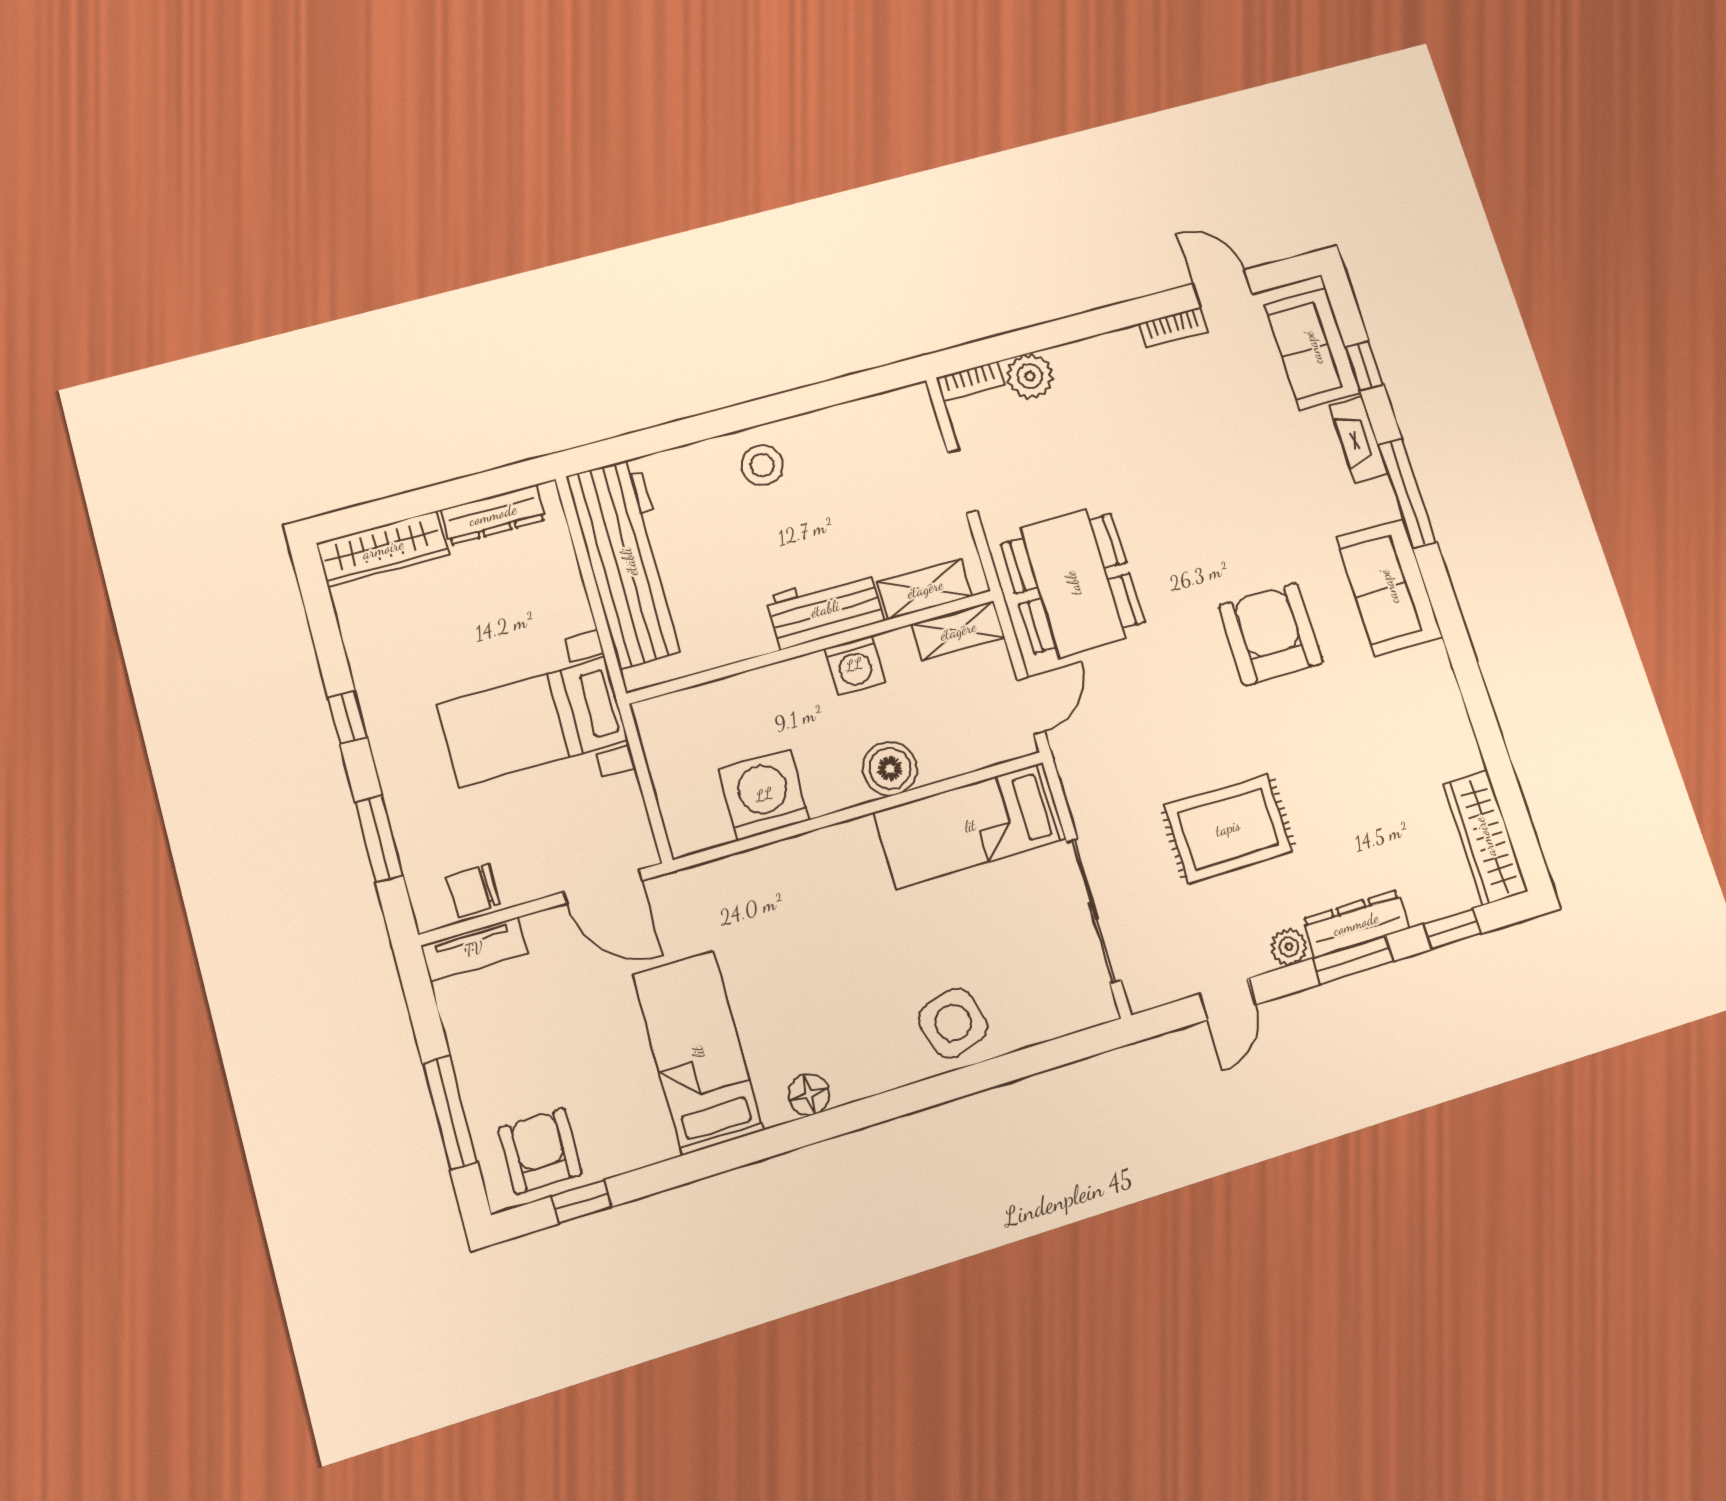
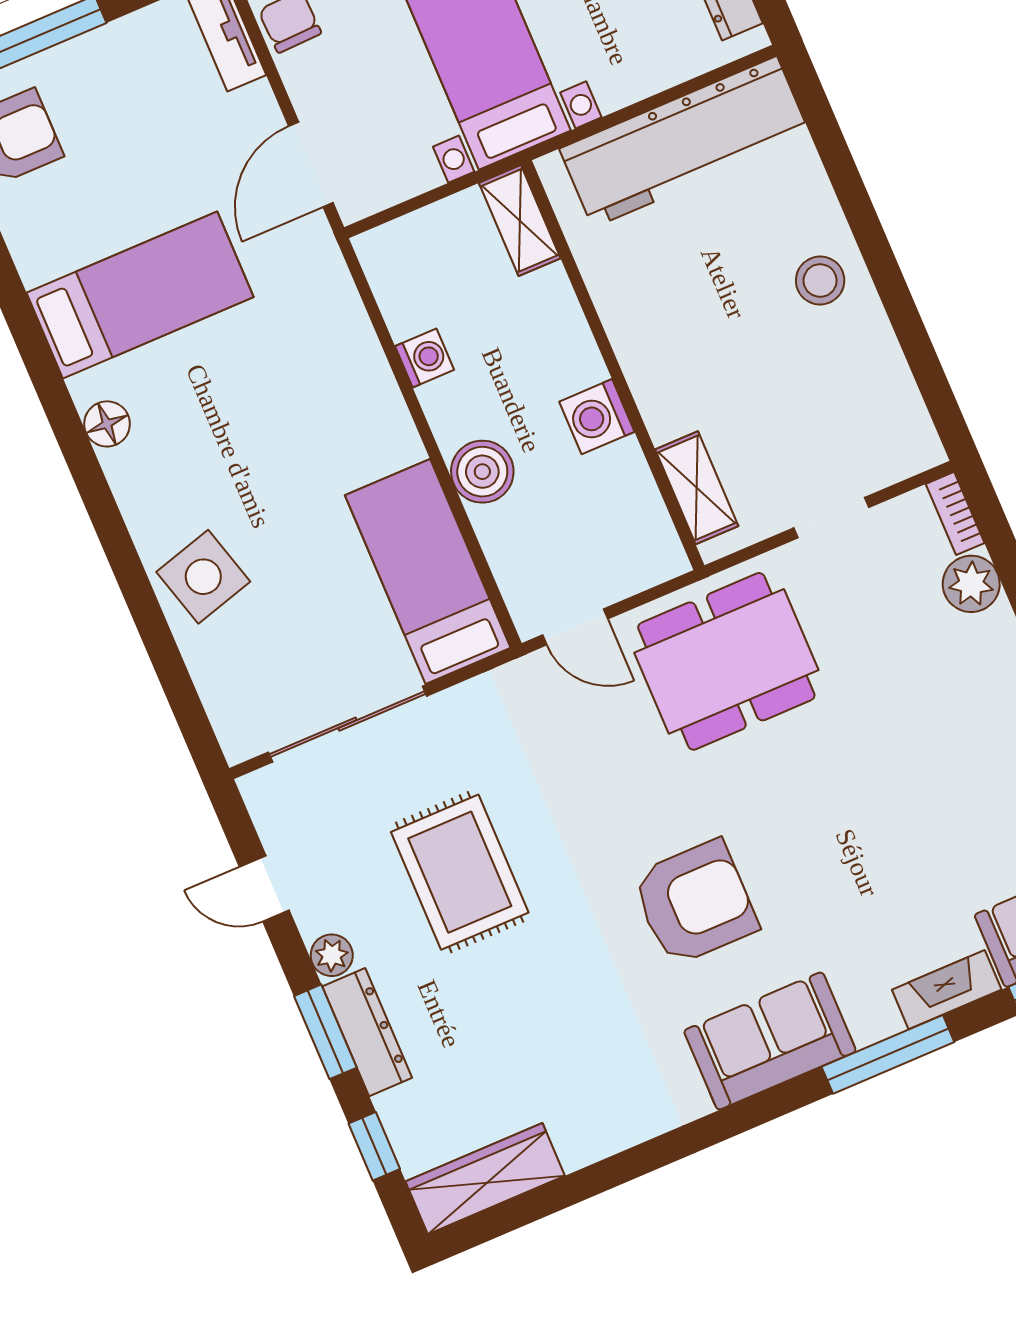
workbench: (825, 609) -> (659, 375), removed
shelving: (958, 631) -> (520, 221), moved
washing machine: (764, 795) -> (425, 358), width x0.53, depth x0.53

